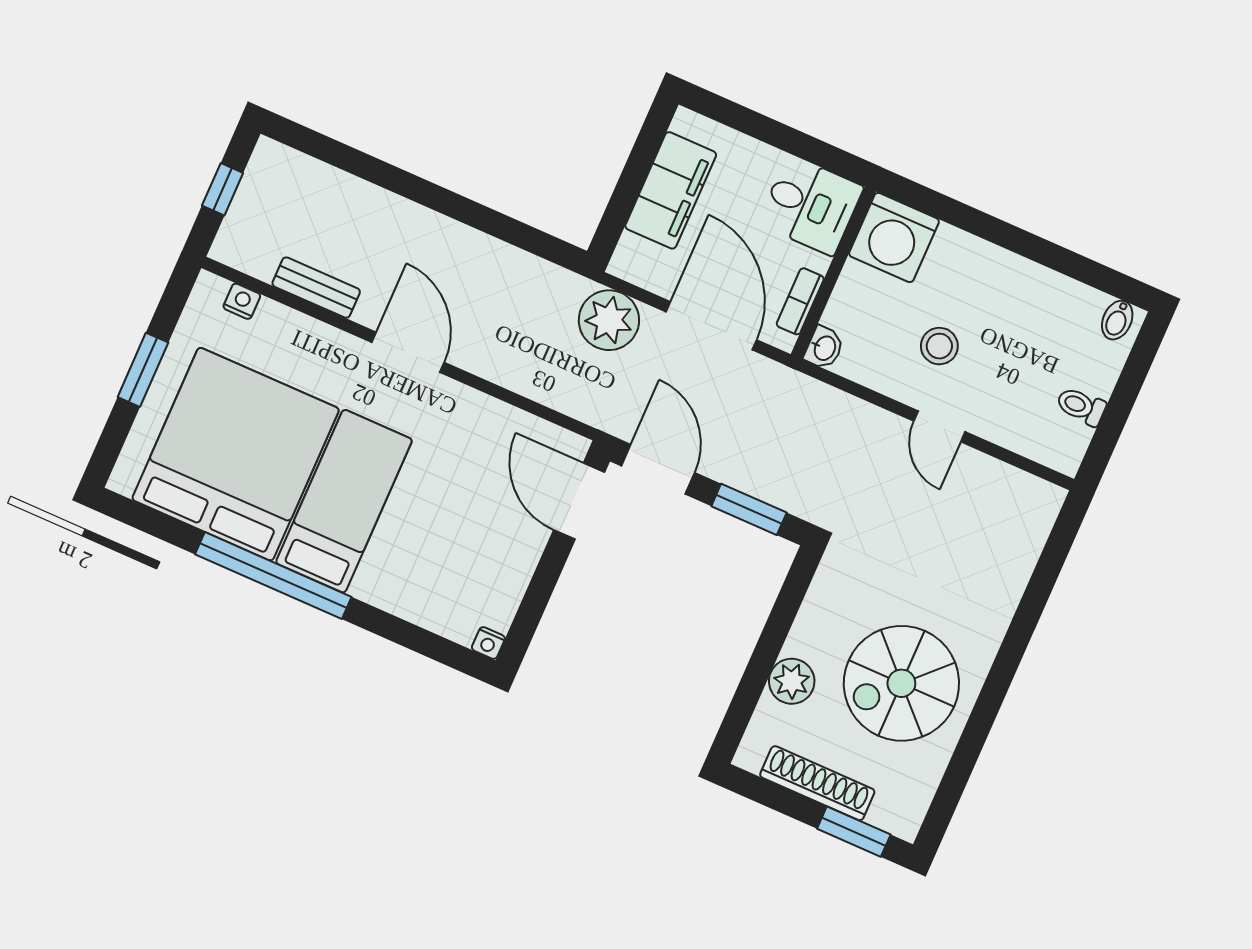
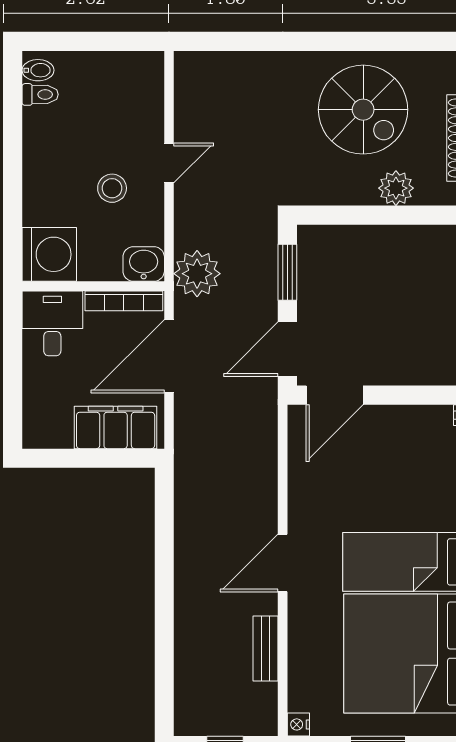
filing cabinet: (671, 190) -> (116, 427), moved
nightstand: (242, 301) -> (298, 724), moved
bookcase: (800, 301) -> (124, 301), width x1.56
plant: (609, 320) -> (197, 274), moved
washbasin: (824, 348) -> (144, 264), width x1.38, depth x1.45
toilet: (1081, 406) -> (40, 94), moved, turned -90

